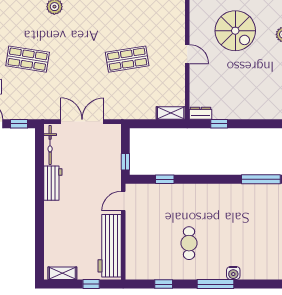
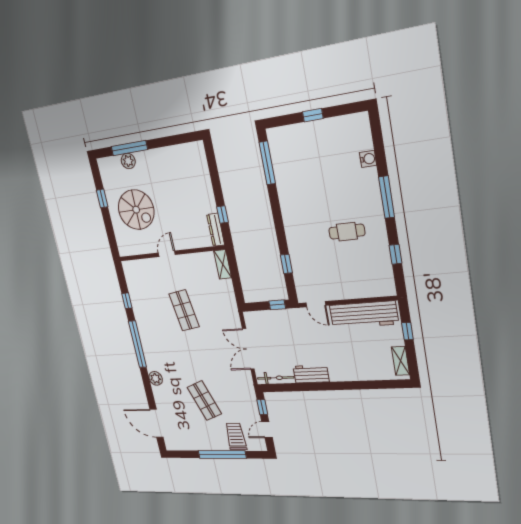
spiral stairs: (235, 31) -> (136, 210), turned 90
shop shelf: (28, 59) -> (204, 401), turned -30
dresser: (201, 113) -> (216, 230), width x1.44
water cooler: (233, 273) -> (368, 159), moved

